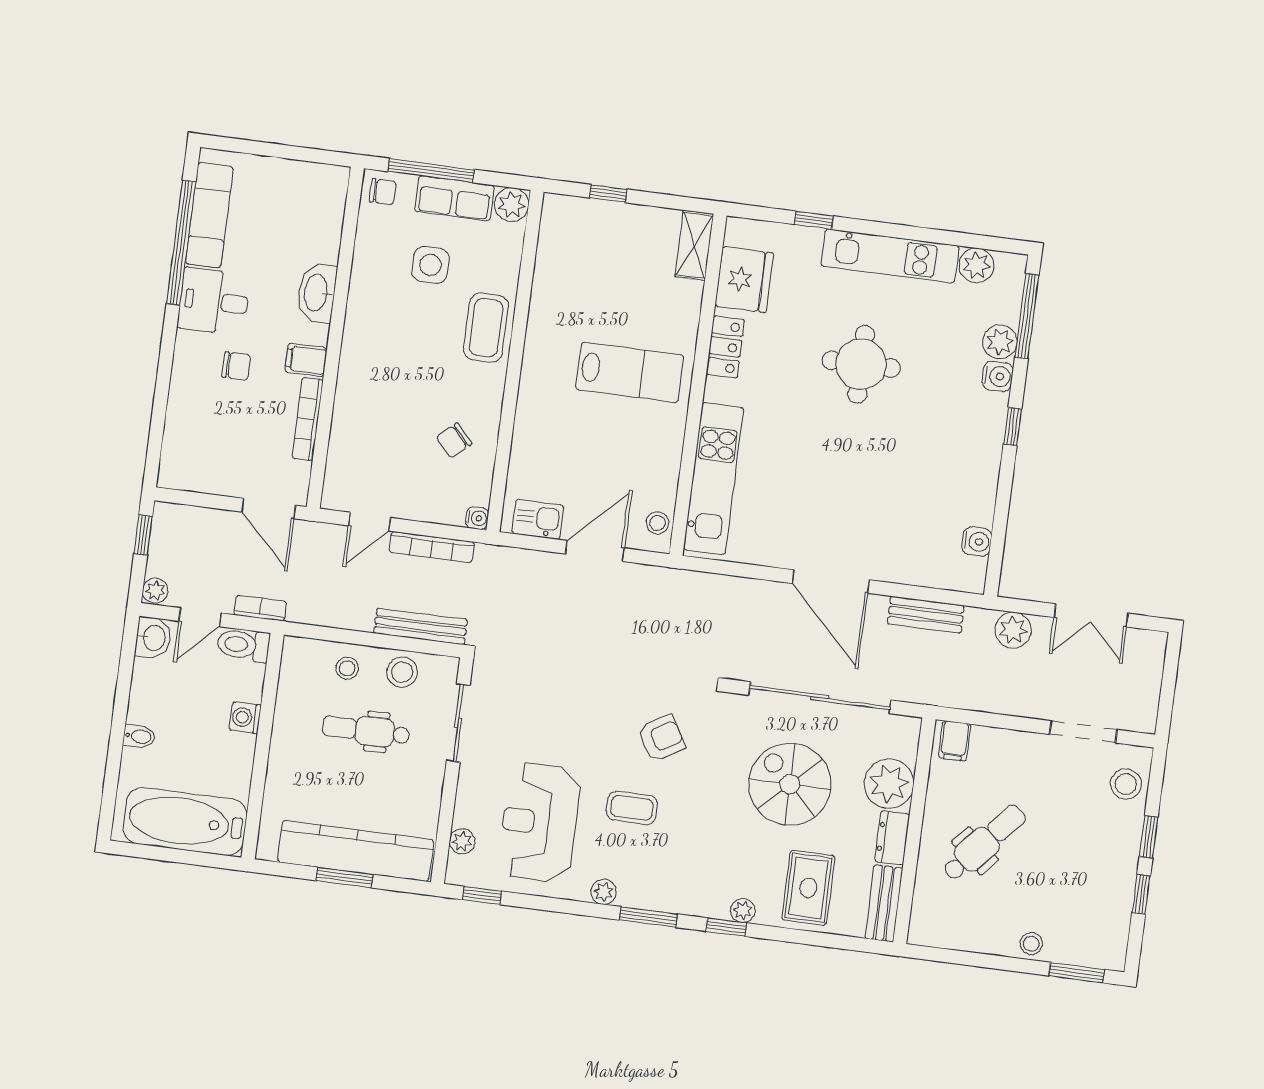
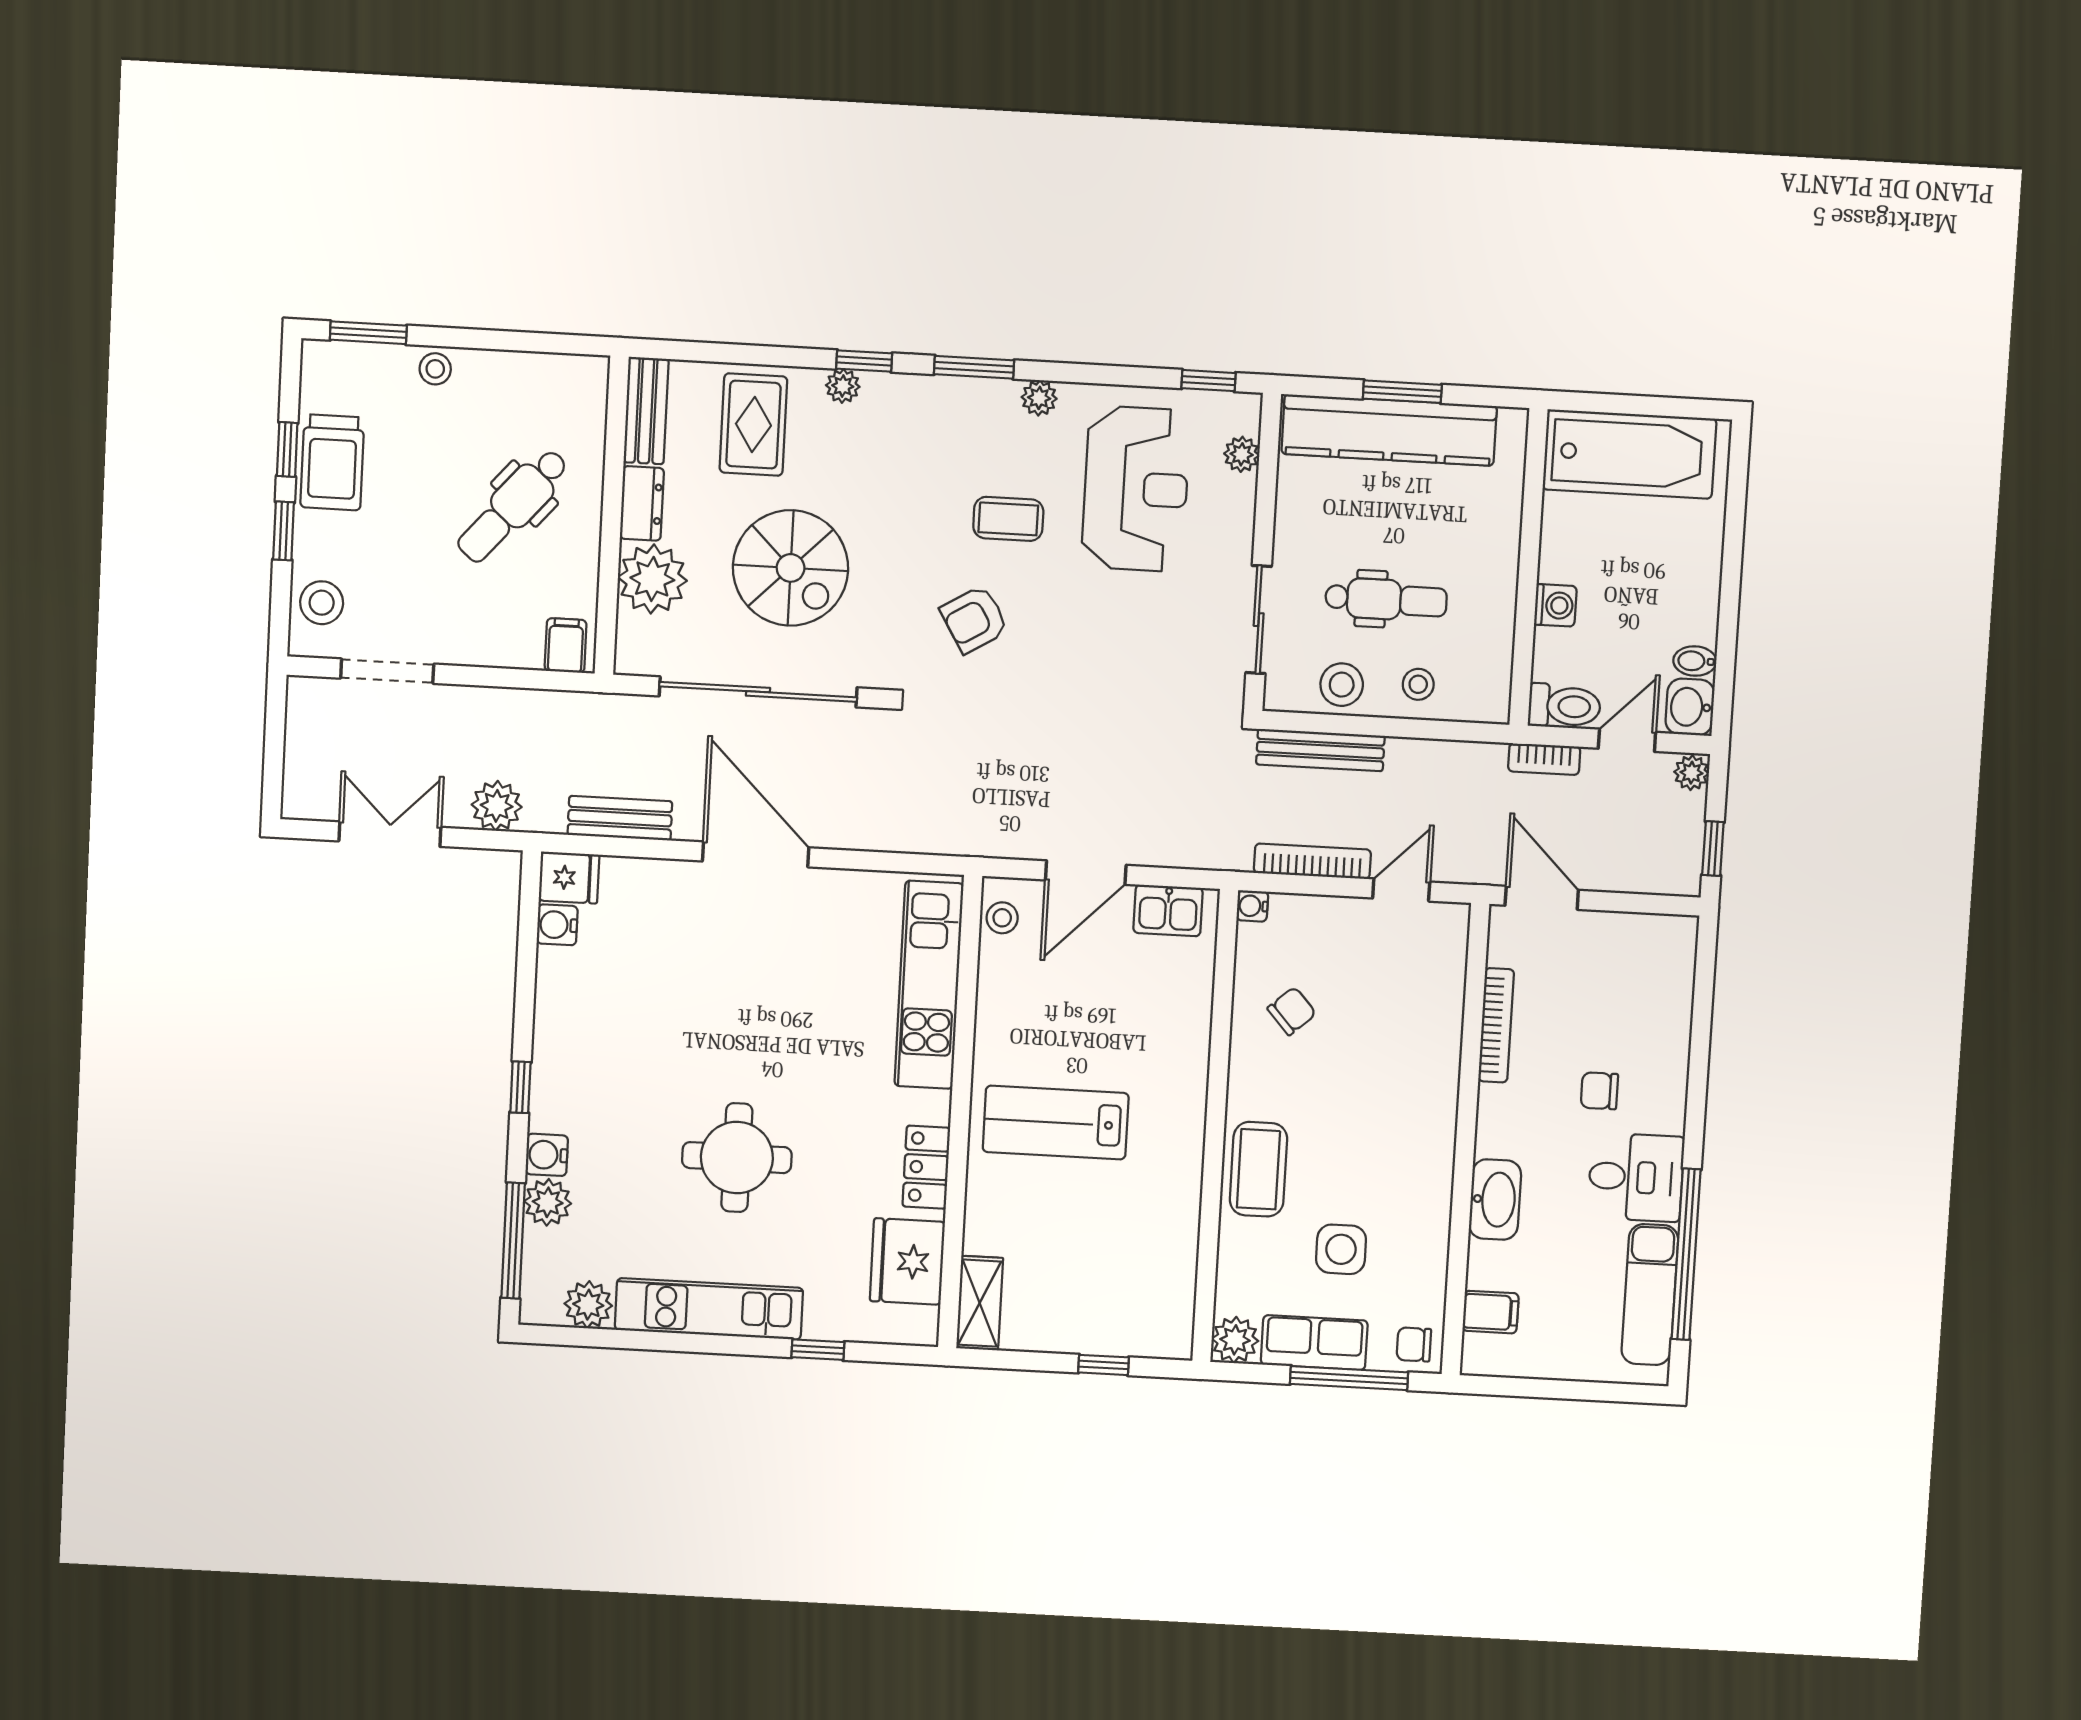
filing cabinet: (306, 360) -> (1491, 1312), moved
fridge: (966, 575) -> (569, 878), added
bidet: (139, 736) -> (1695, 661), moved
trolley: (1110, 883) -> (332, 462), added

